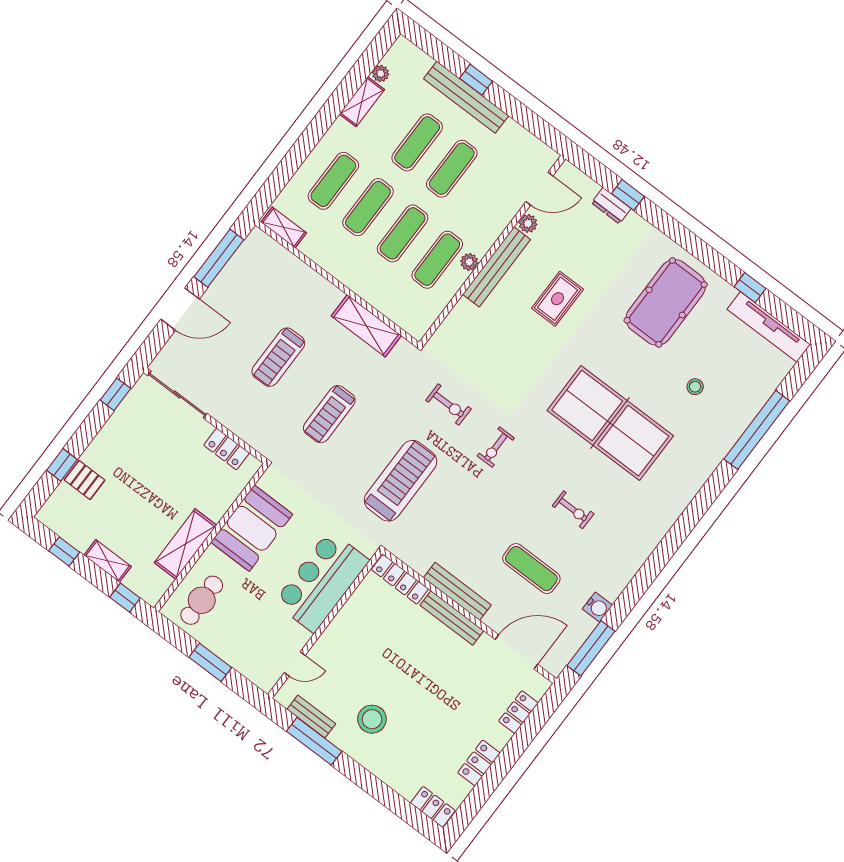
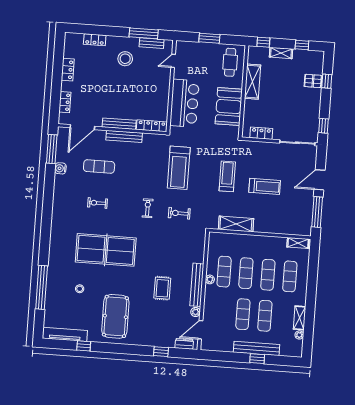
dresser: (611, 206) -> (184, 344), moved
treadmill: (278, 357) -> (265, 186), turned 90
locker: (433, 807) -> (95, 40), moved

